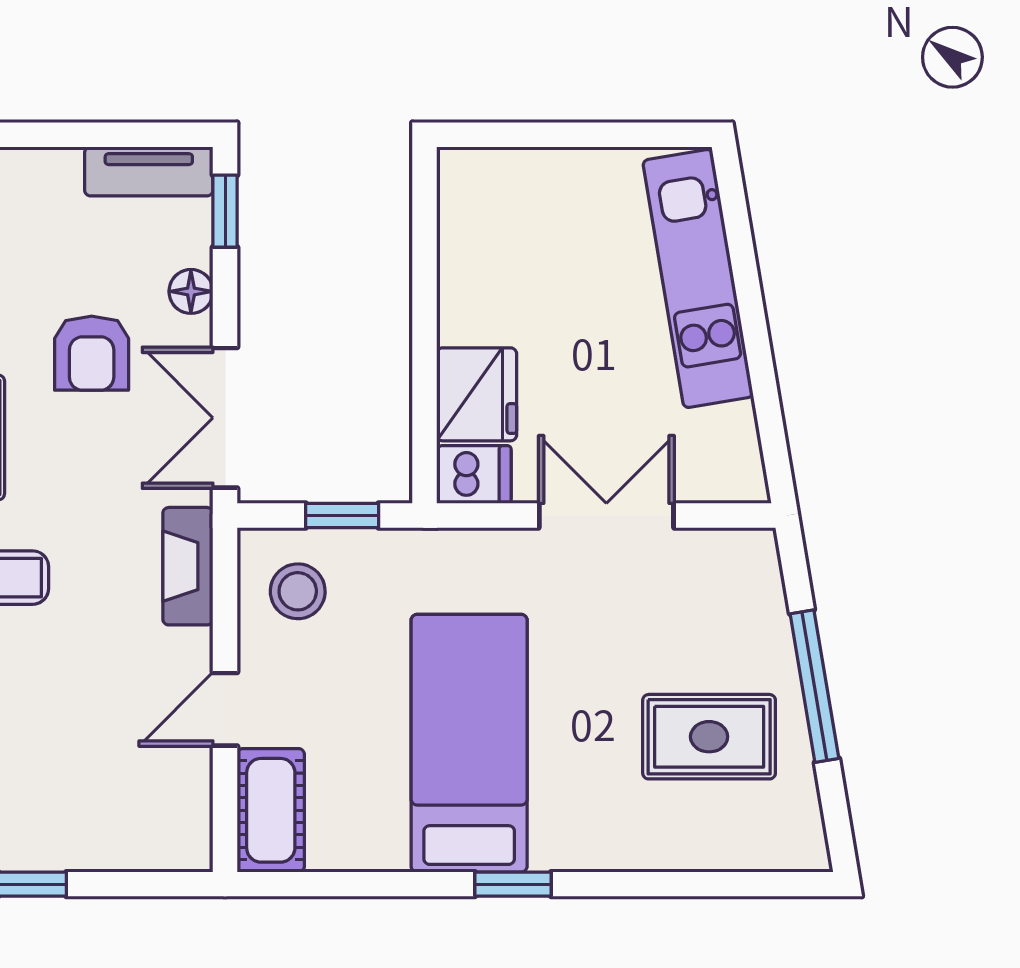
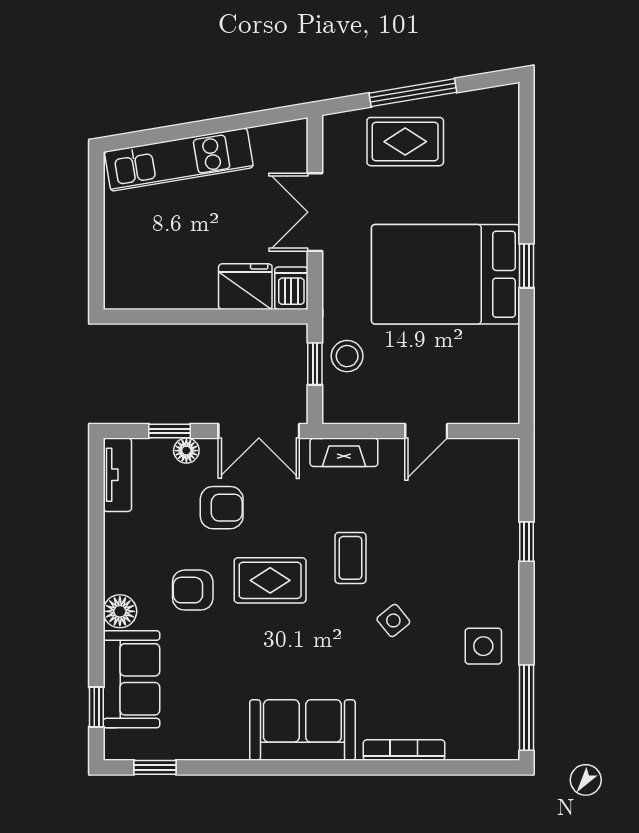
window: (225, 211) -> (169, 431), moved
stool: (298, 591) -> (347, 356), moved
door: (225, 709) -> (426, 431), hinge flipped
rug: (709, 737) -> (405, 142), moved, turned 90
bed: (469, 743) -> (446, 274), width x1.50
cot: (271, 810) -> (484, 405), removed

